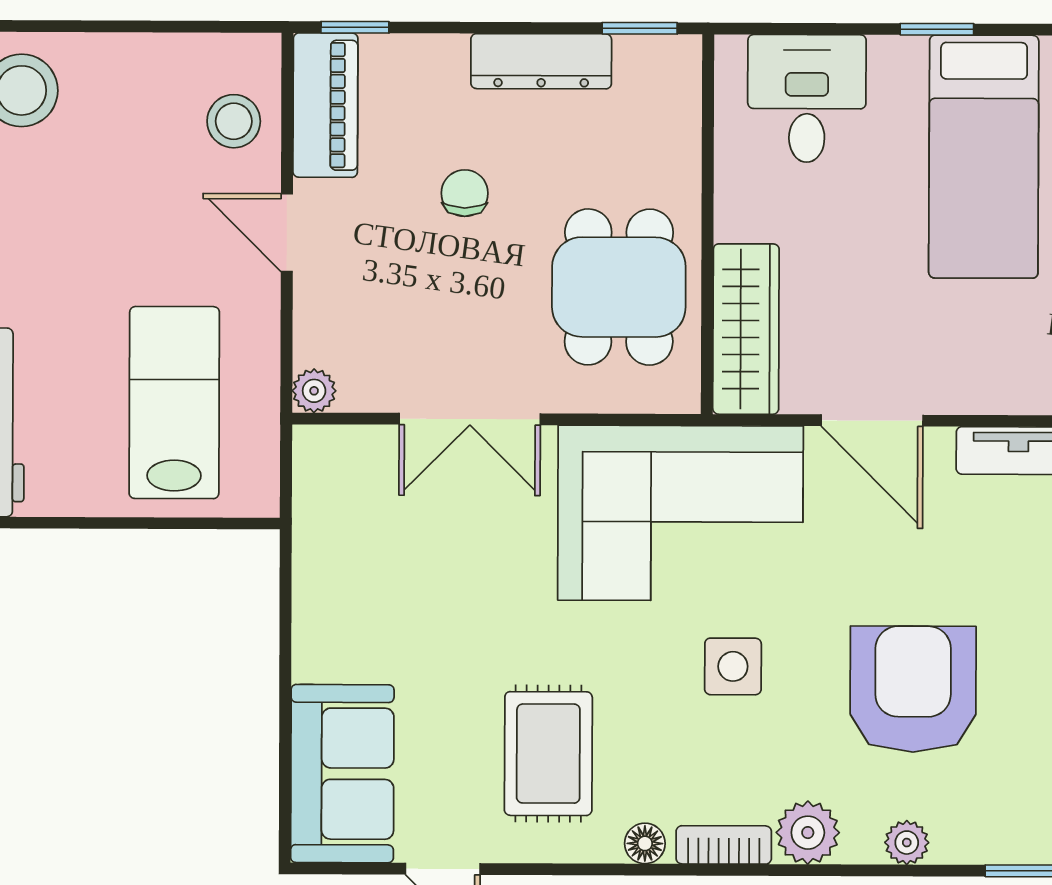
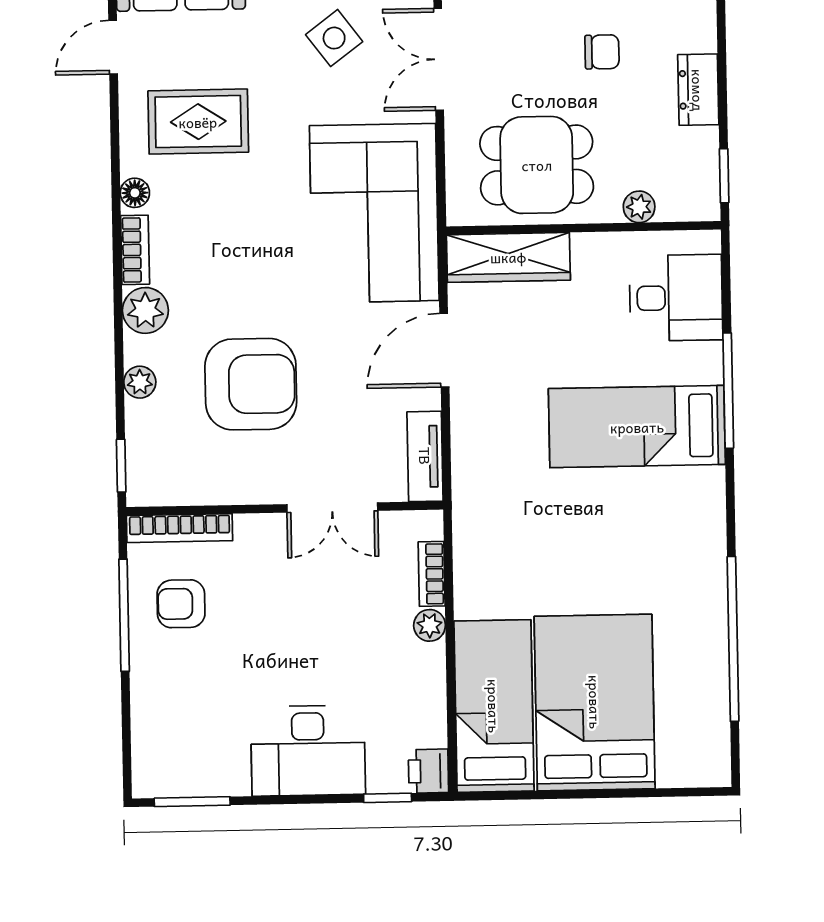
window: (937, 29) -> (728, 391), width x2.17
dresser: (541, 61) -> (698, 90), width x0.70
plant: (680, 147) -> (639, 207), added
side table: (733, 666) -> (334, 38), moved, turned -37

